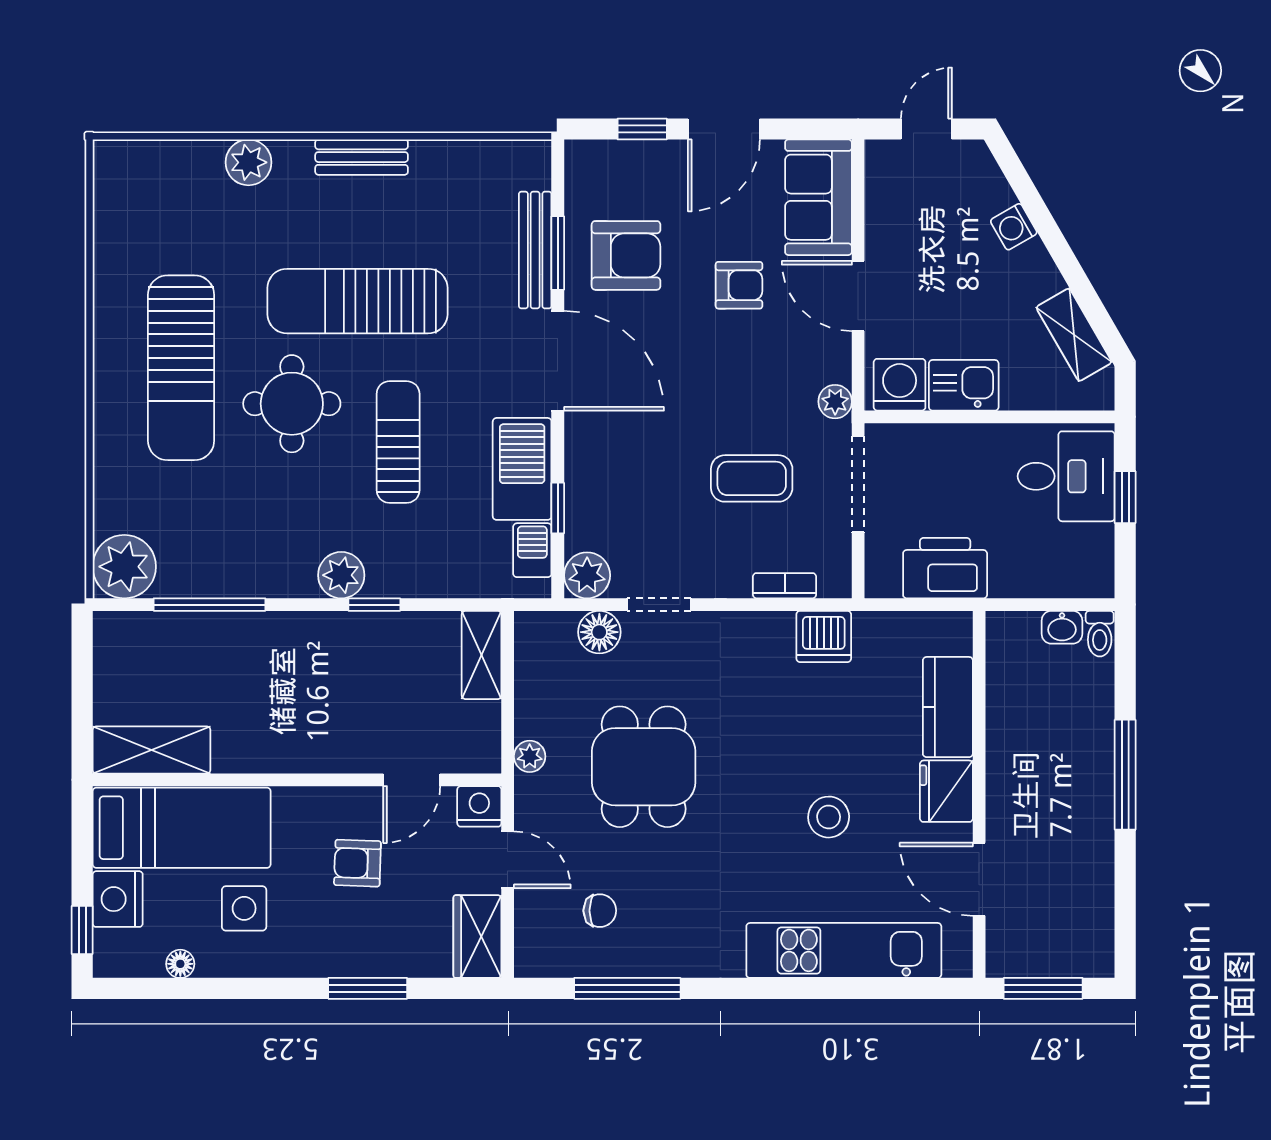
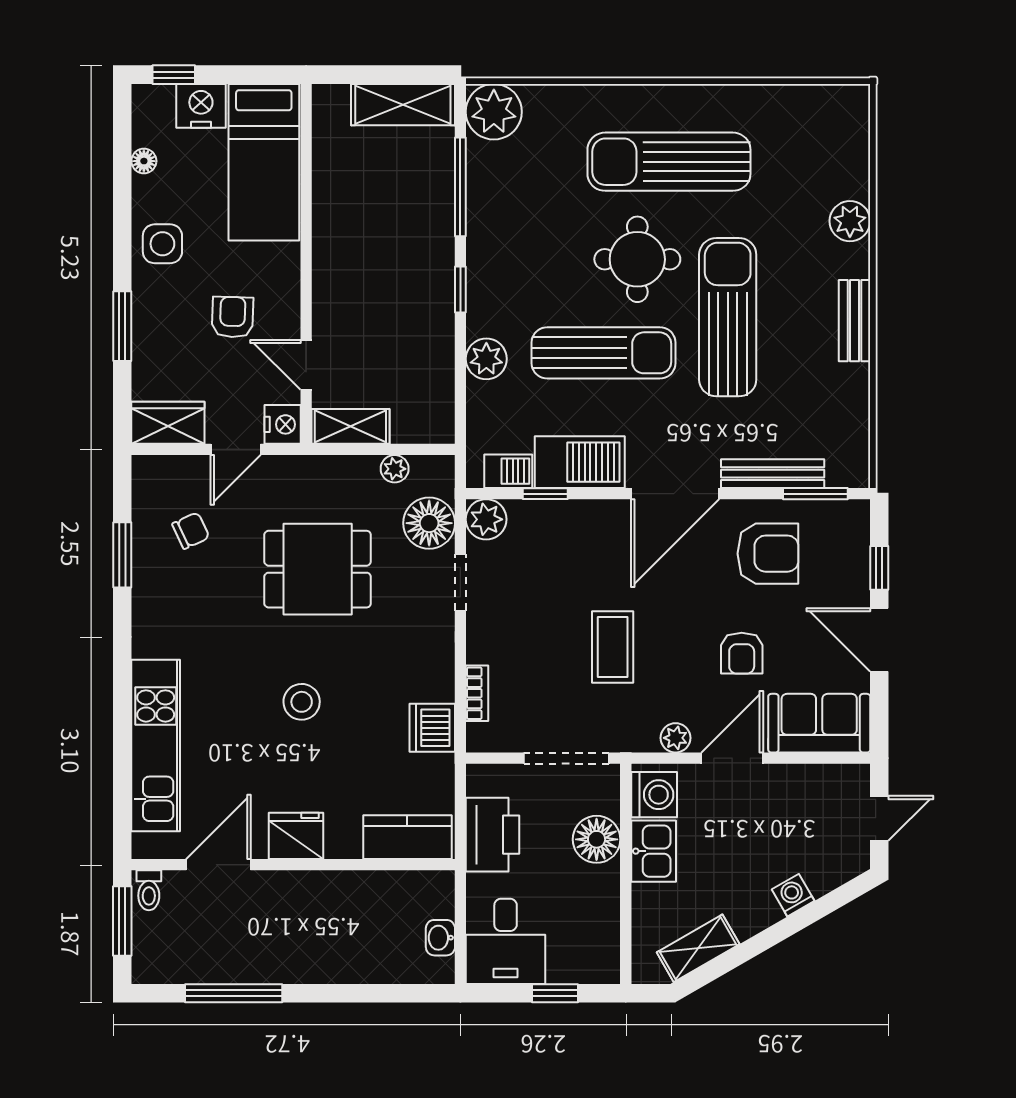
door: (926, 129) -> (879, 818), hinge flipped
window: (558, 253) -> (815, 494), moved
armchair: (626, 255) -> (768, 554), turned -90
plant: (835, 402) -> (676, 738), moved
sun lounger: (398, 442) -> (604, 353), width x1.36, depth x1.34
floor lamp: (950, 450) -> (597, 839), added
desk: (1066, 476) -> (506, 941), moved
coffee table: (752, 478) -> (613, 647), moved
plant: (341, 575) -> (486, 359), moved
window: (374, 605) -> (460, 290), moved
floor lamp: (599, 632) -> (429, 523), width x1.38, depth x1.38
toilet: (1100, 634) -> (149, 890), moved, turned -90
shelving: (482, 655) -> (350, 426), moved
kitchen counter: (948, 707) -> (407, 837), moved
shelving: (151, 750) -> (403, 105), moved, turned 90
plant: (530, 756) -> (395, 469), moved
window: (1125, 775) -> (234, 993), moved
stool: (829, 817) -> (302, 702), moved
side table: (244, 908) -> (162, 244), moved
chair: (600, 911) -> (191, 531), turned -115
window: (627, 988) -> (122, 555), width x0.69

